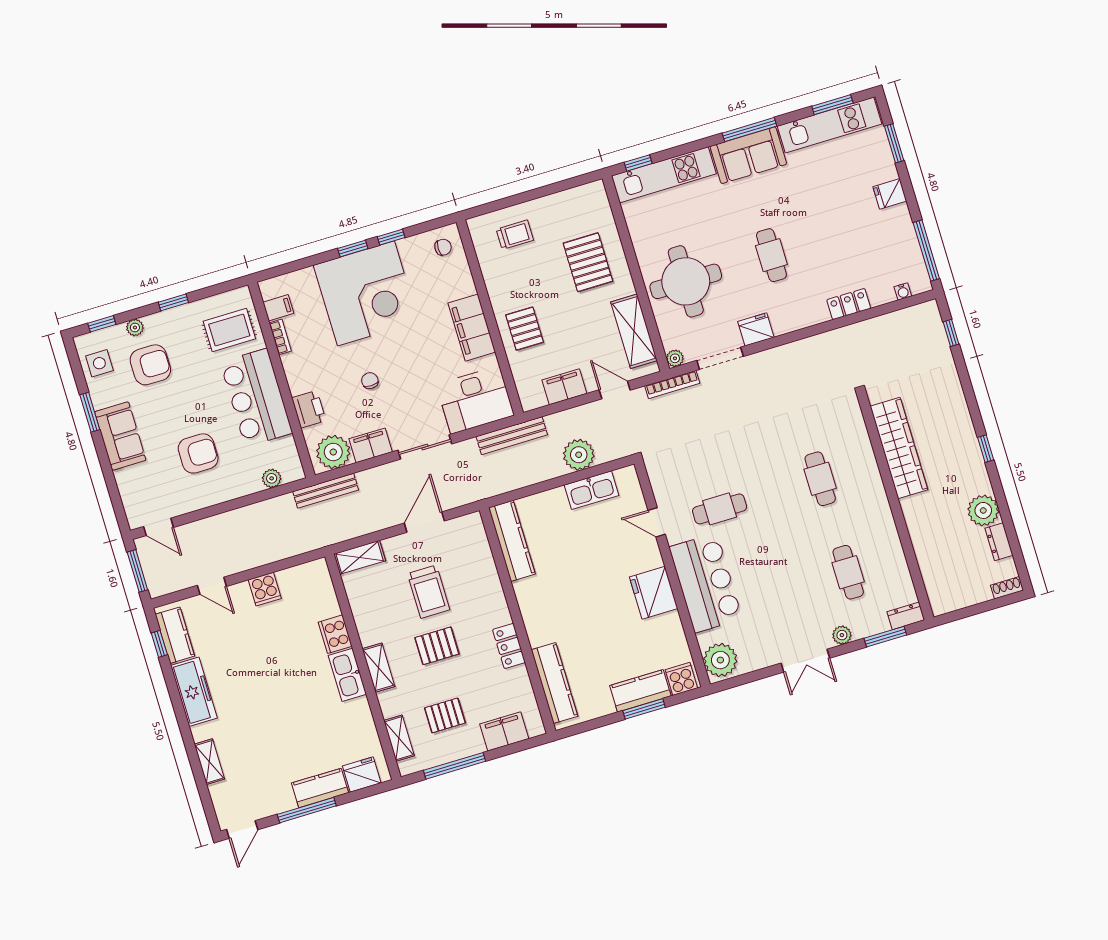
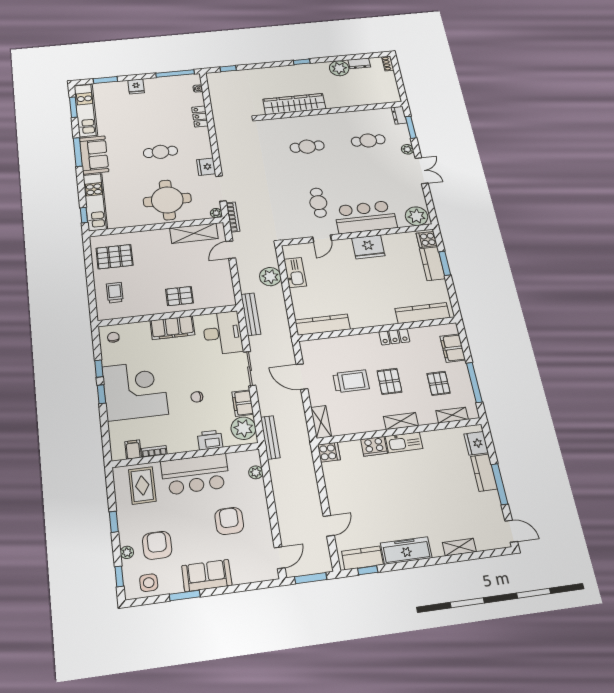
pallet: (588, 262) -> (115, 257), moved
filing cabinet: (564, 387) -> (223, 278), removed
cooker: (265, 589) -> (329, 452), moved

